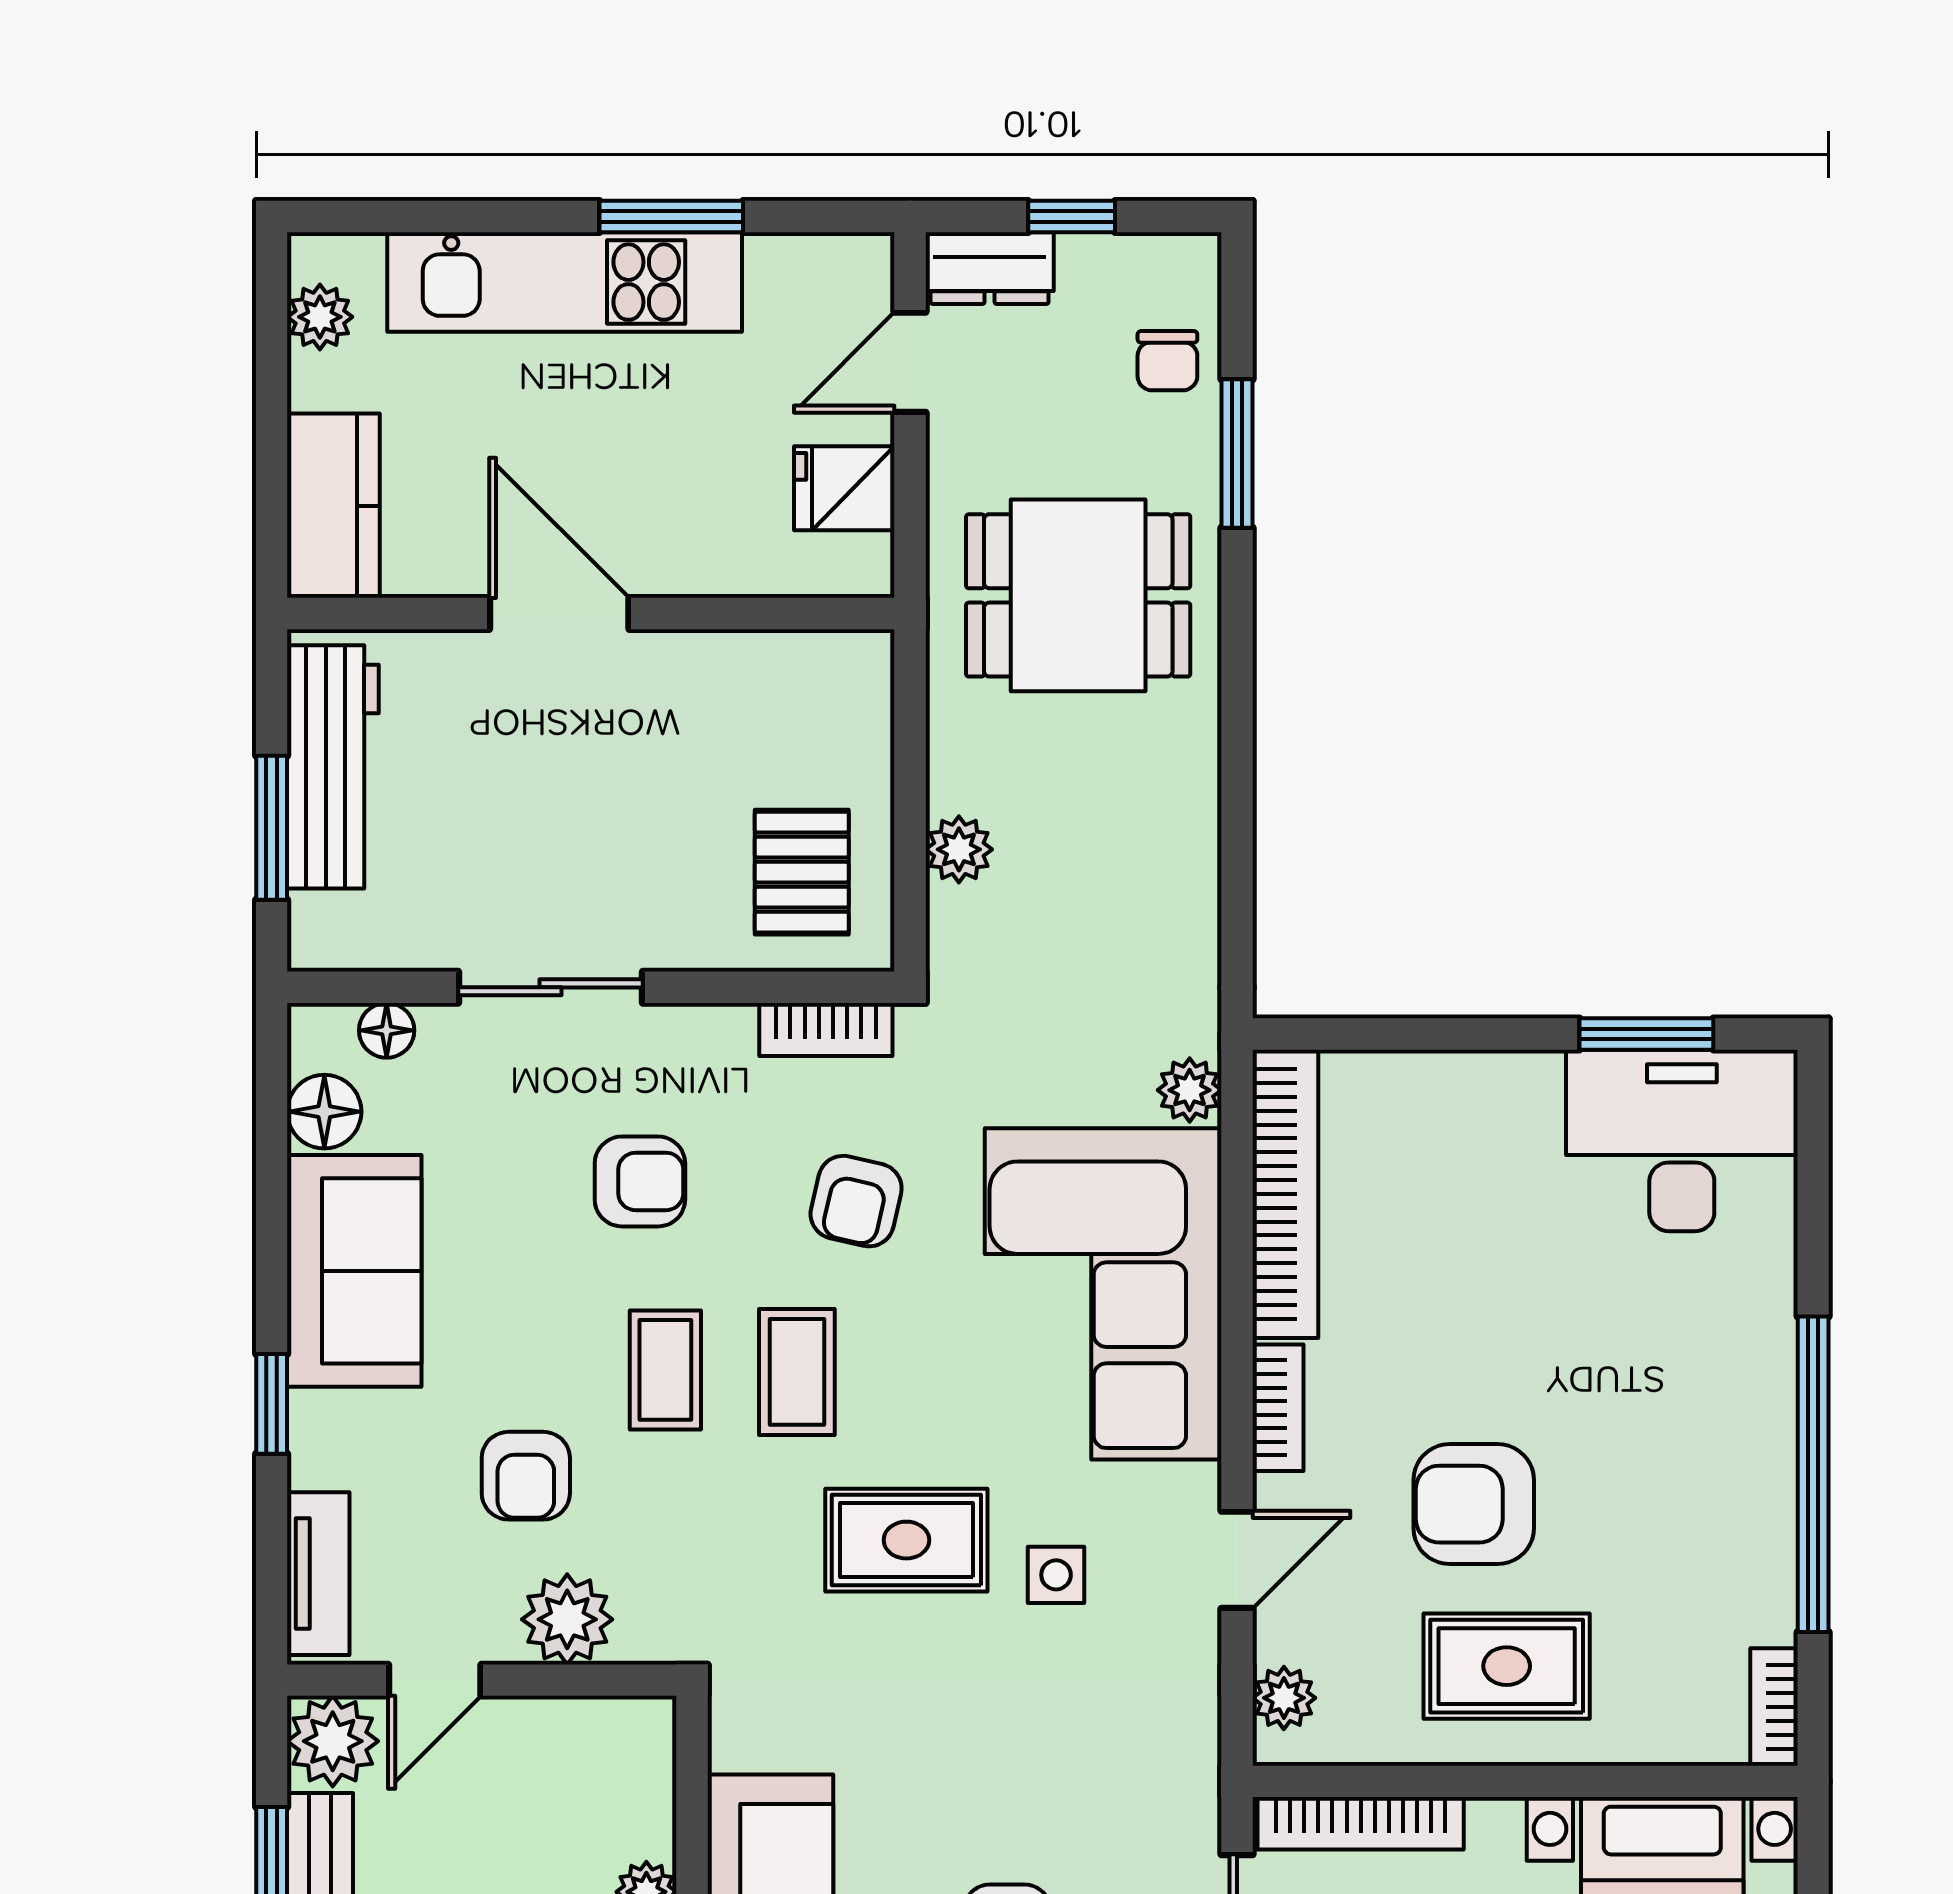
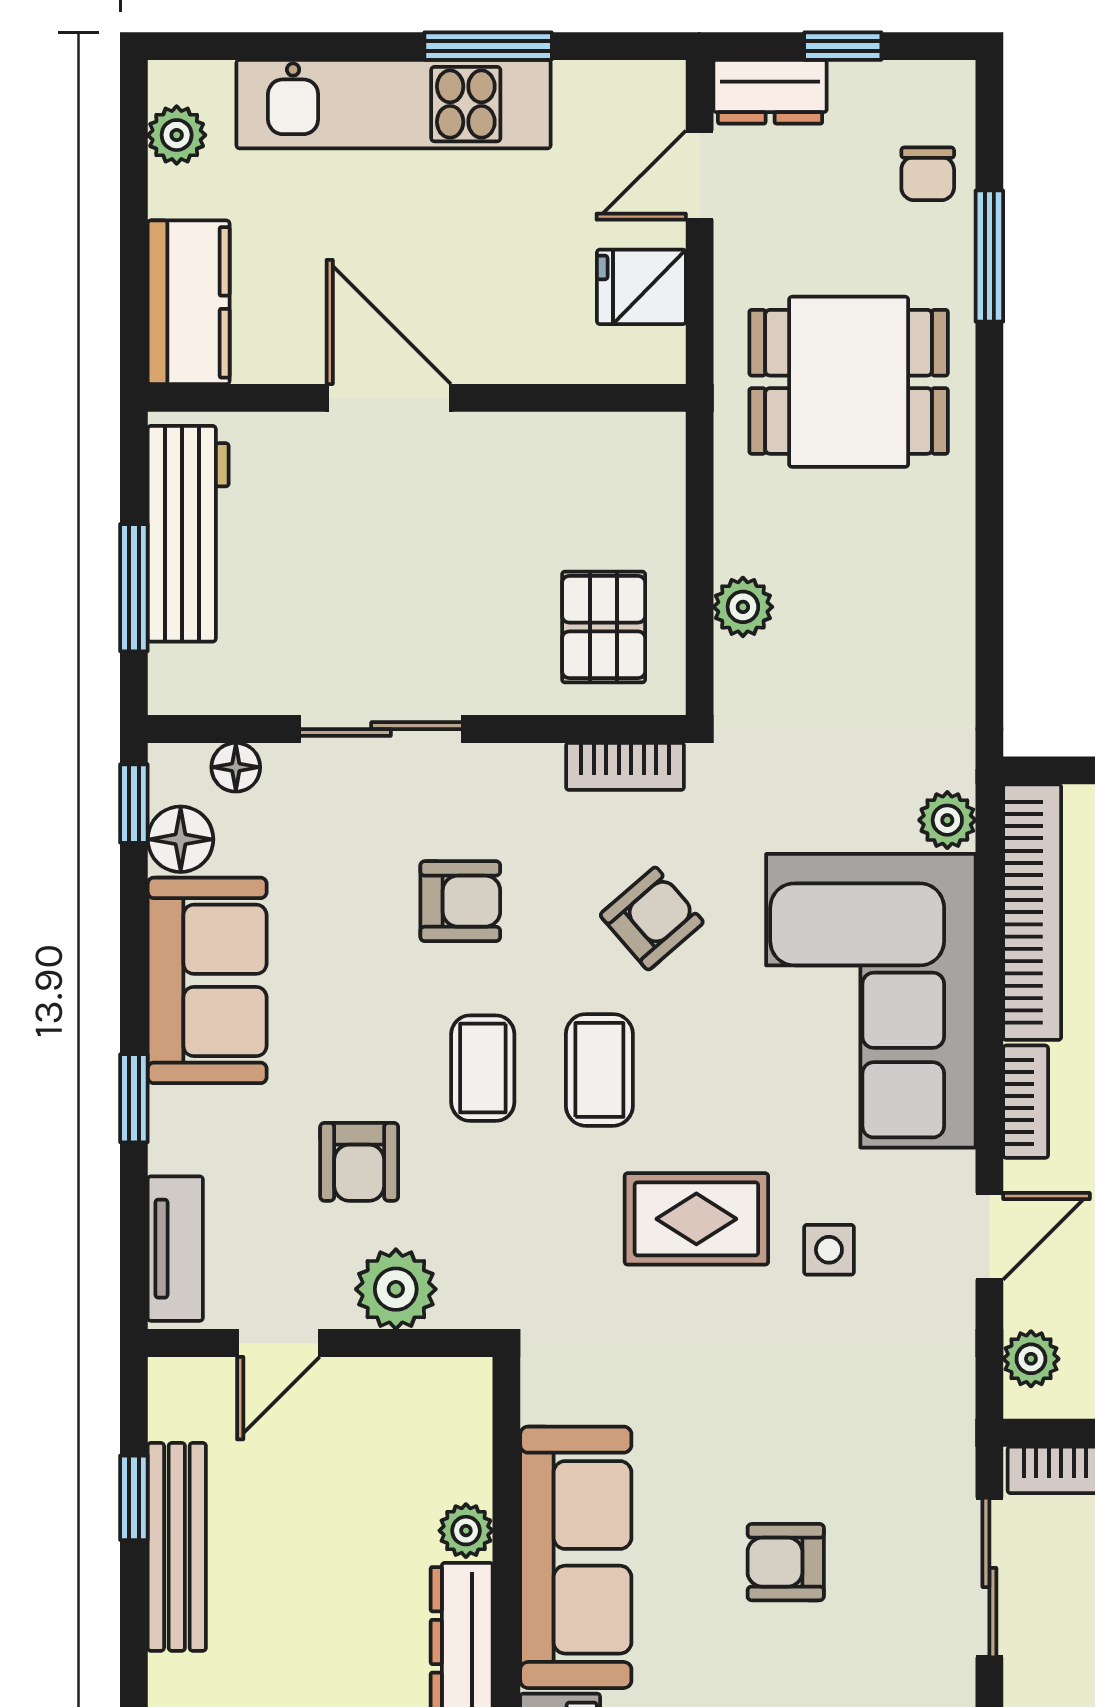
window: (272, 1071) -> (134, 804), added
armchair: (856, 1201) -> (652, 919), turned -144
plant: (333, 1741) -> (188, 1397), removed

